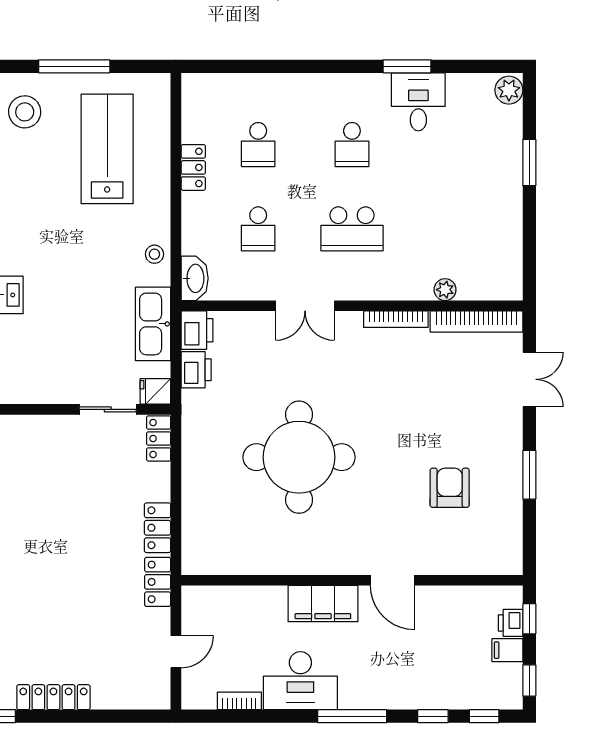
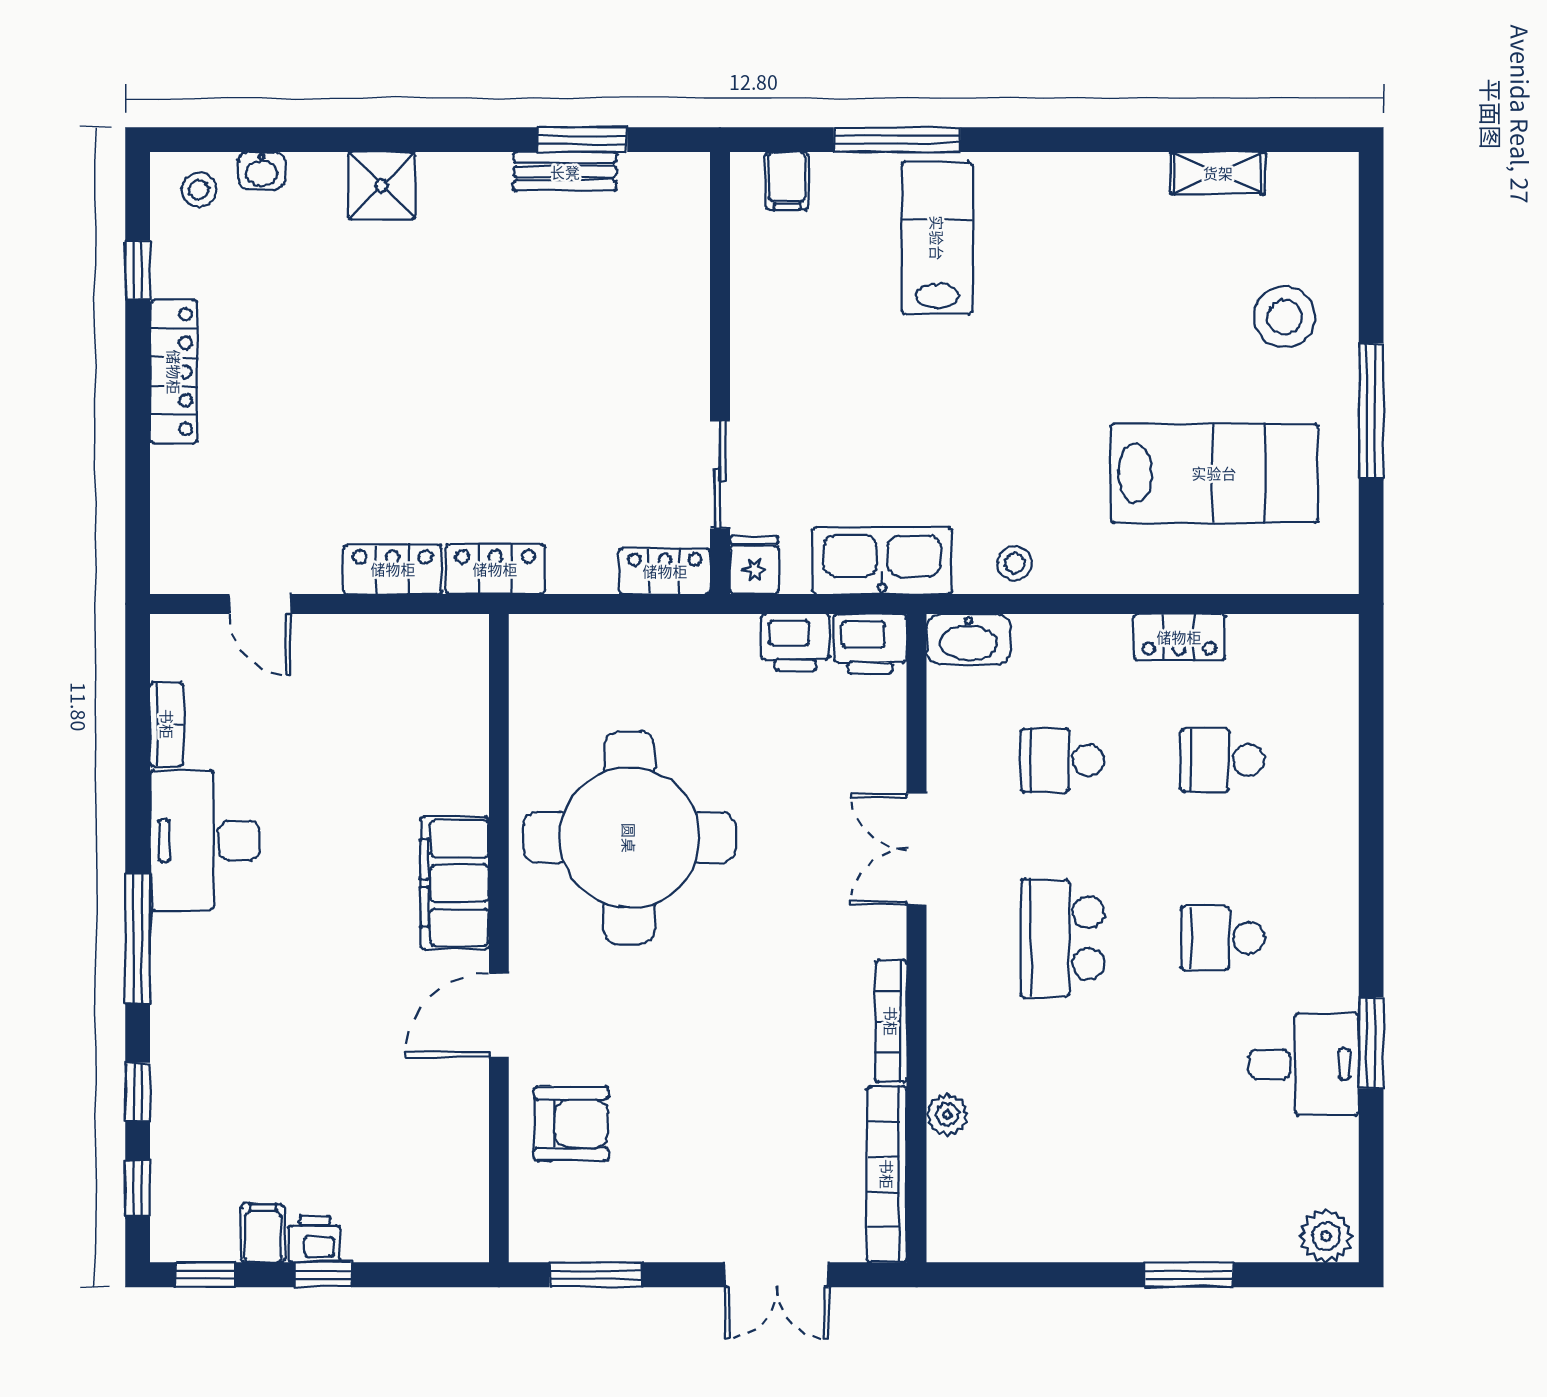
wall: (352, 580) -> (499, 938), moved
door: (392, 580) -> (499, 1015), moved
filing cabinet: (323, 604) -> (455, 883), moved

